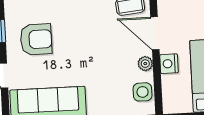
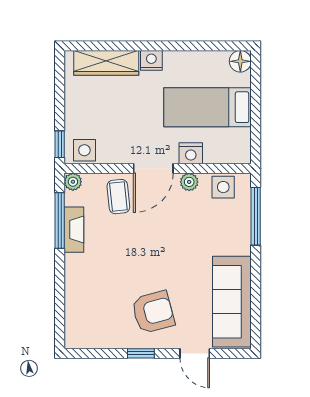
armchair: (36, 39) -> (153, 312), turned 75

